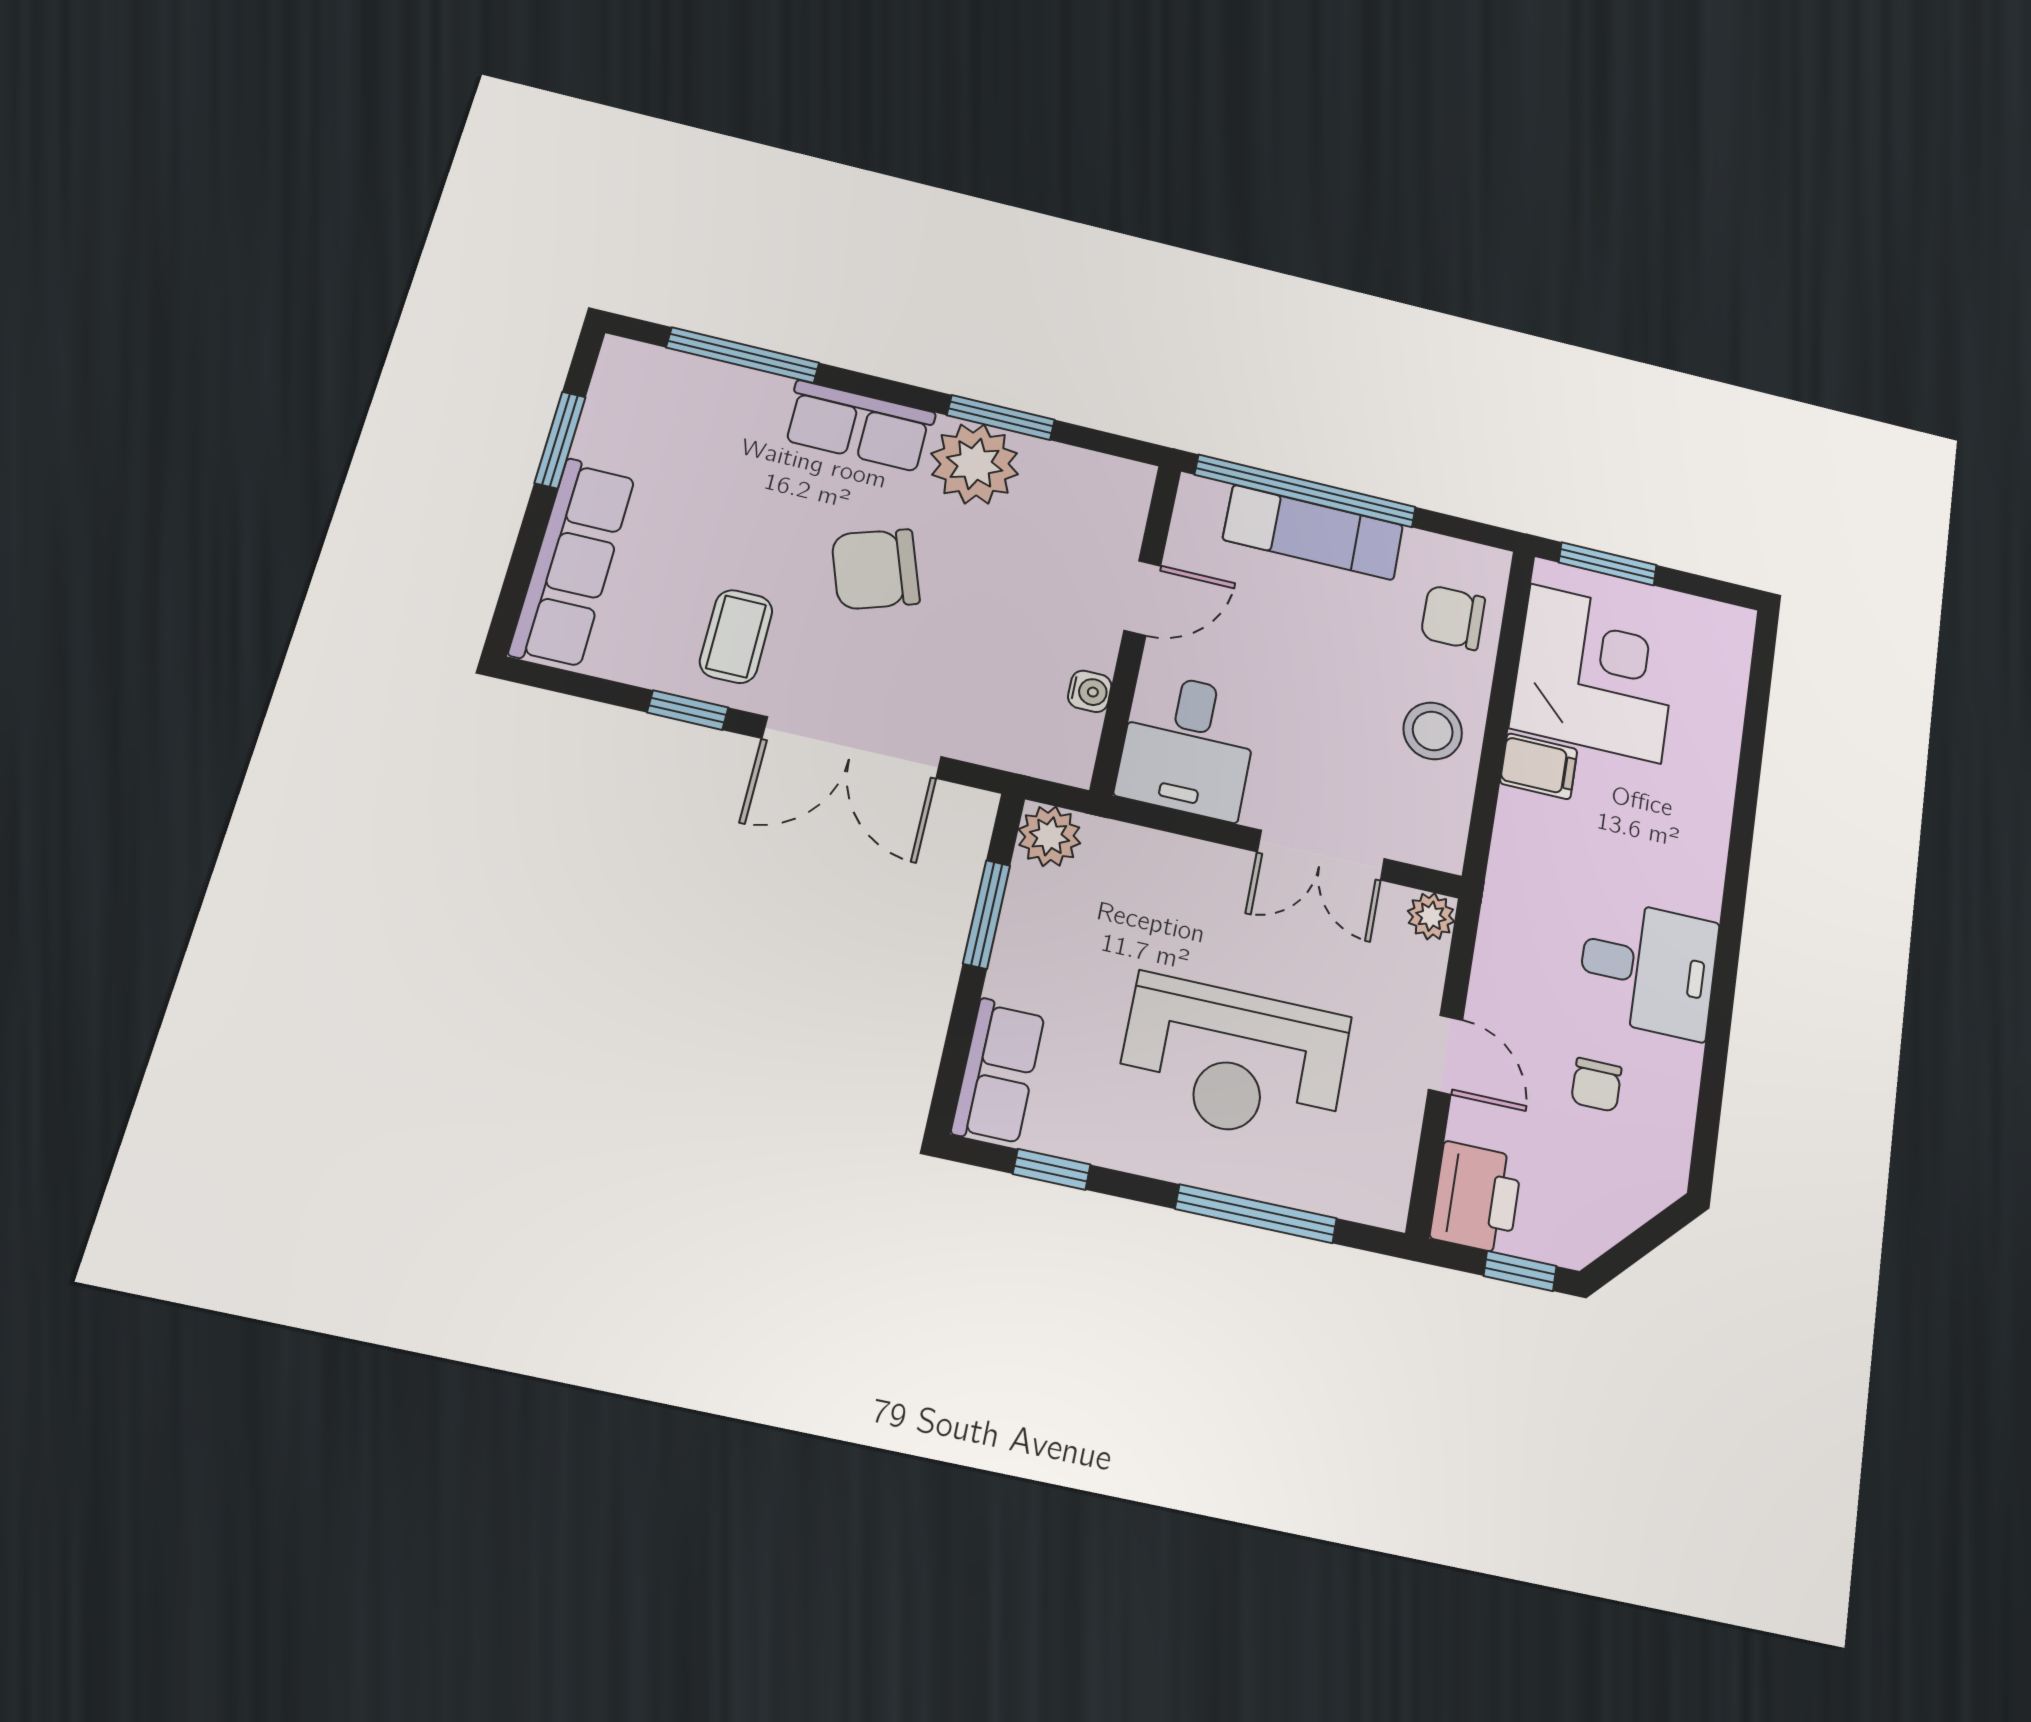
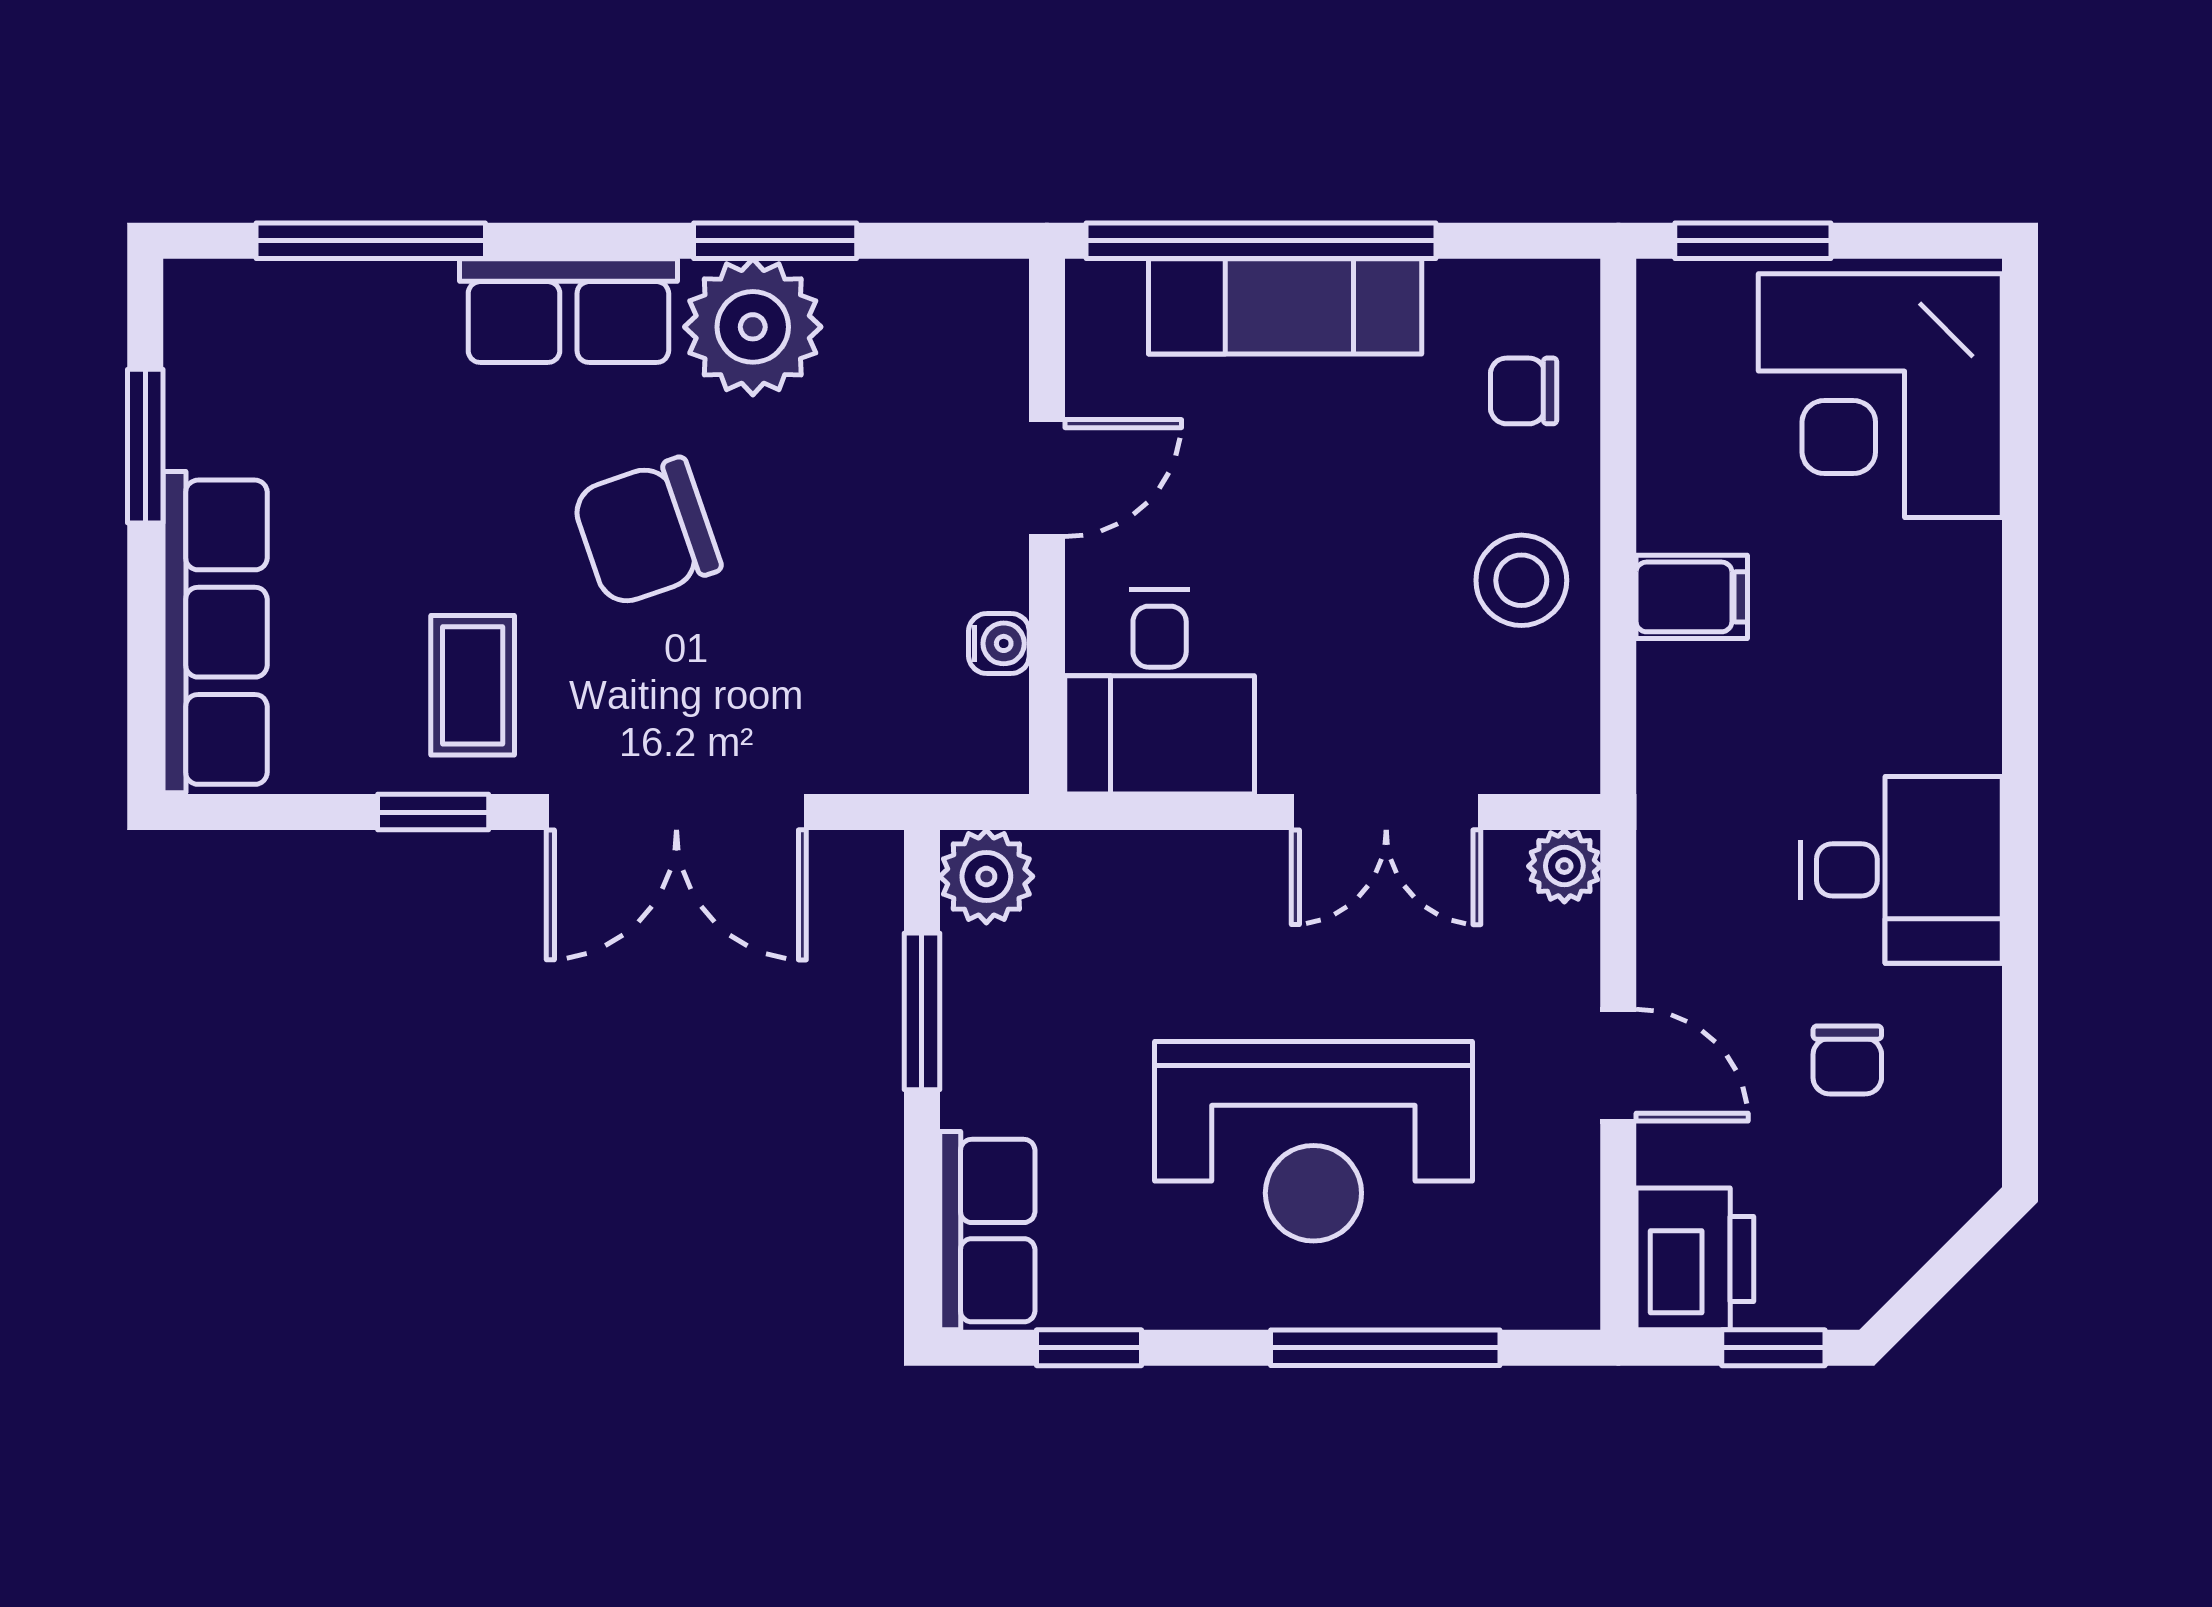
chair: (1453, 618) -> (1524, 391), width x0.73, depth x0.73
corner desk: (1595, 673) -> (1880, 396), moved, turned 180

